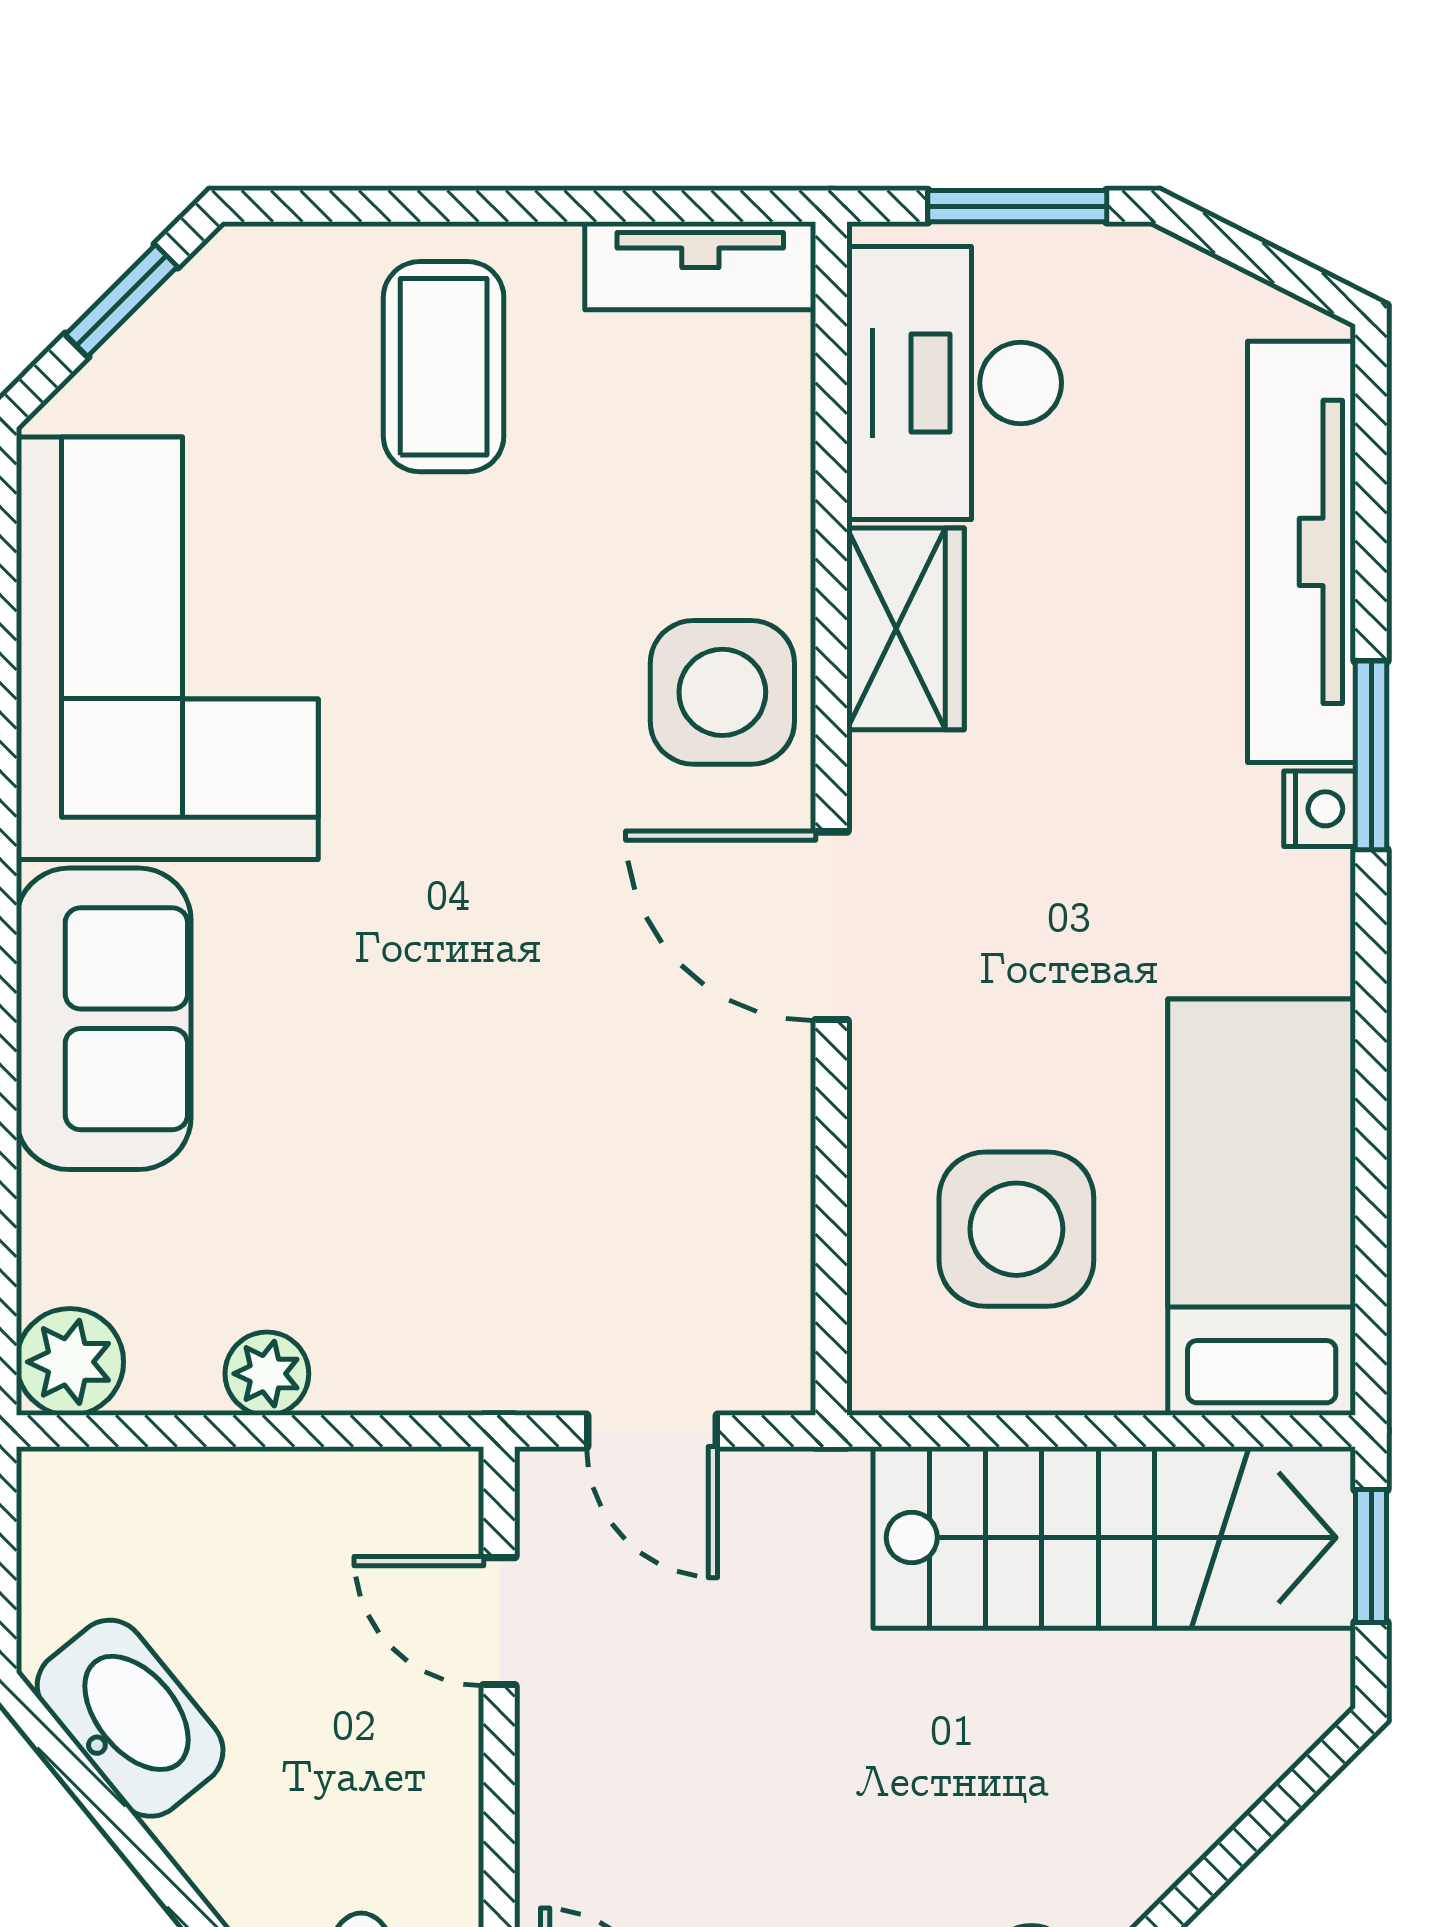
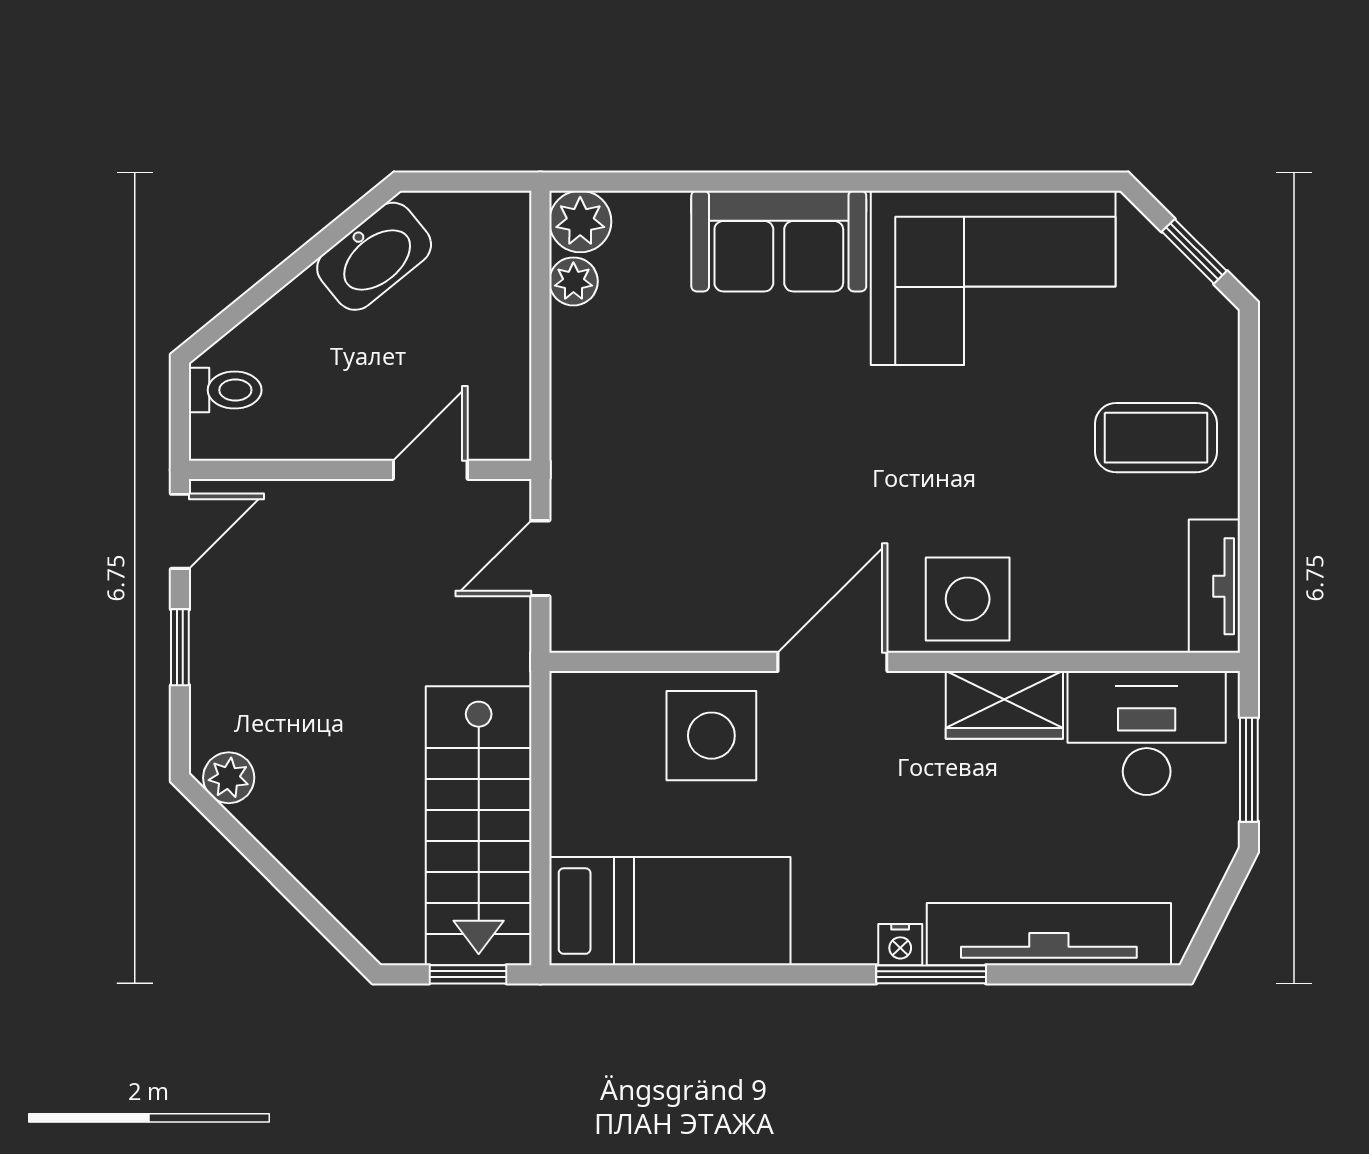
side table: (1016, 1229) -> (711, 736), moved
plant: (267, 1374) -> (573, 281), moved

